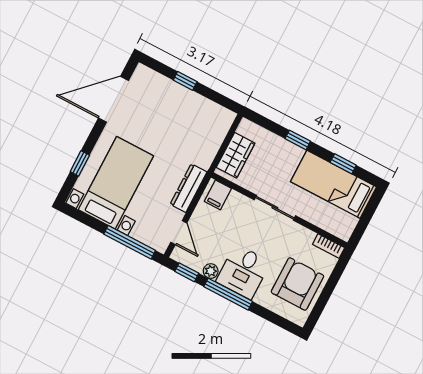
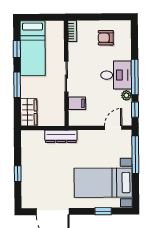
window: (298, 140) -> (17, 85), width x1.50
wardrobe: (236, 155) -> (29, 112), moved, turned 90
dresser: (189, 188) -> (61, 136), moved
filing cabinet: (218, 195) -> (77, 103), moved
armchair: (297, 284) -> (106, 38), width x0.53, depth x0.53

